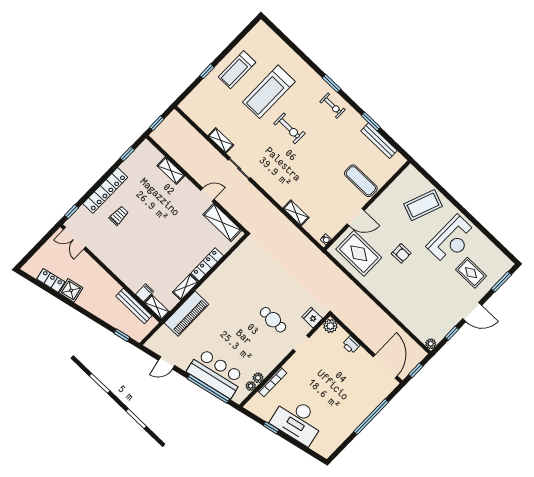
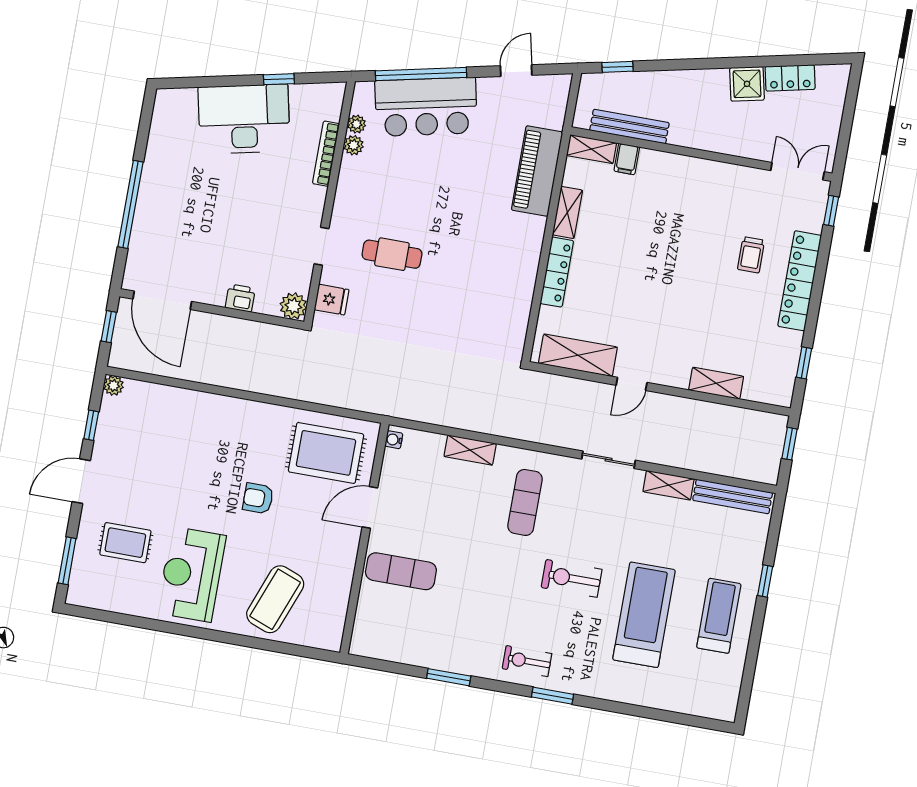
bench: (379, 141) -> (733, 497), moved
exercise mat: (288, 174) -> (525, 502), added

